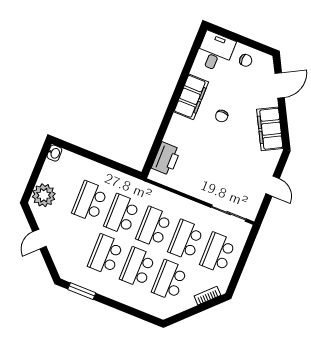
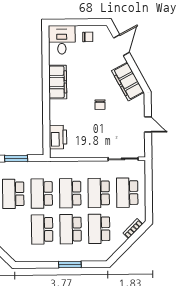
chair: (222, 116) -> (100, 105), moved
window: (109, 163) -> (16, 158), added
window: (82, 291) -> (70, 265), moved

